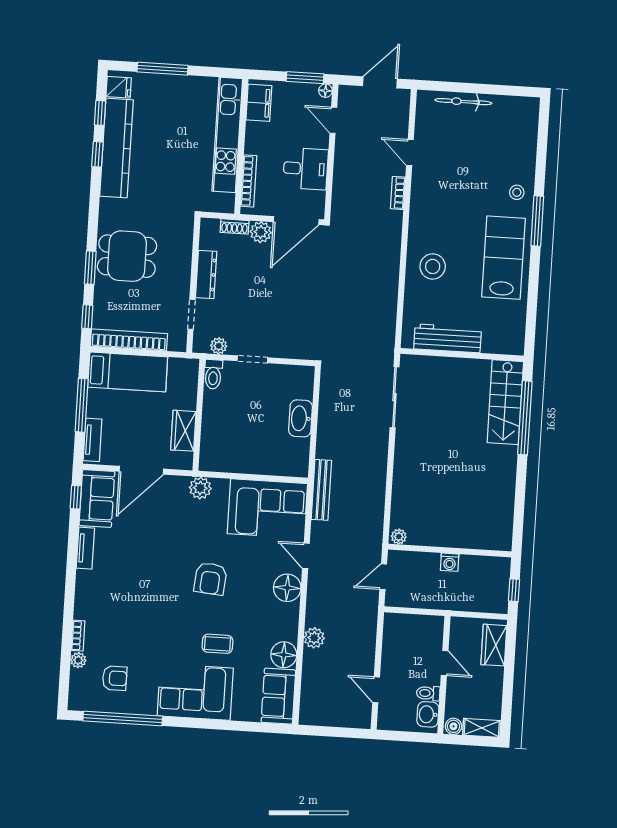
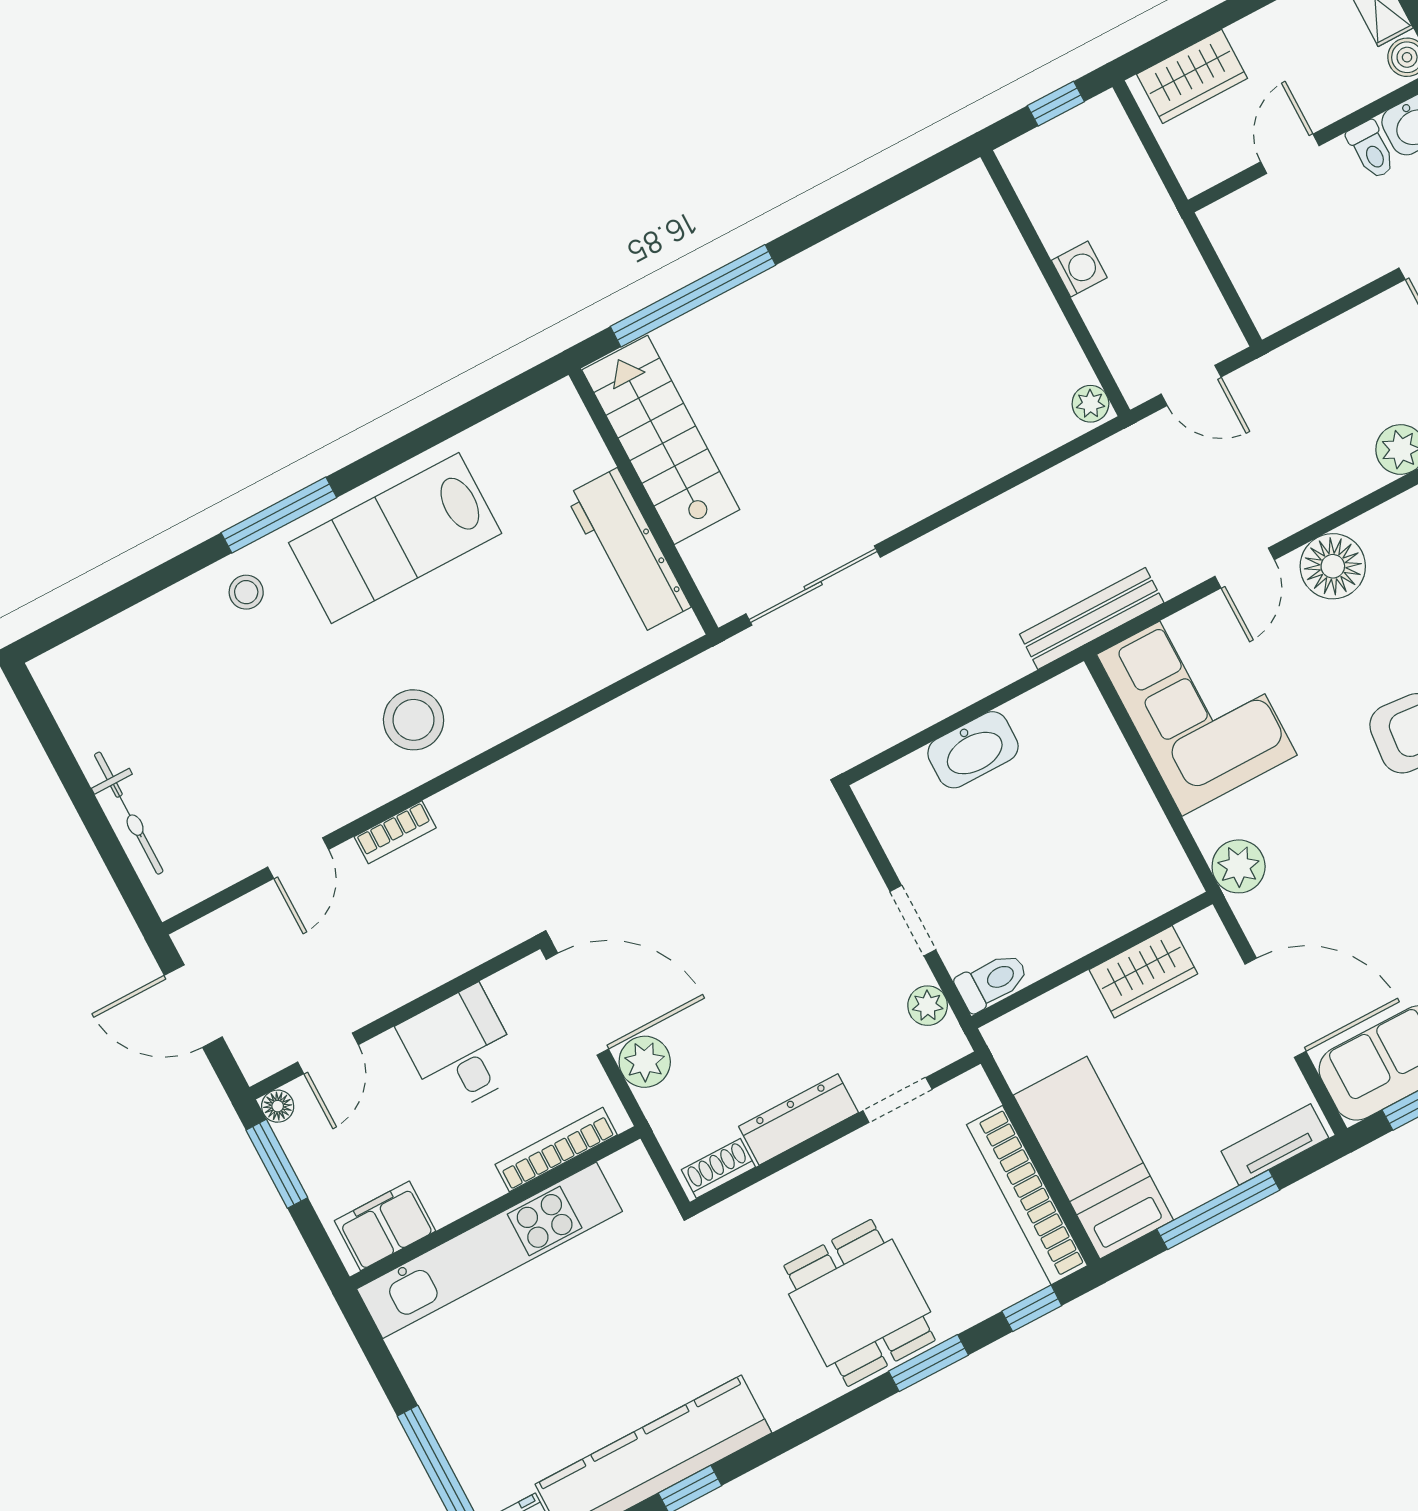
shoe rack: (235, 226) -> (718, 1168), moved, turned -90
stool: (433, 266) -> (414, 720), moved
stairs: (505, 402) -> (661, 440), moved, turned -90

